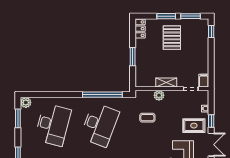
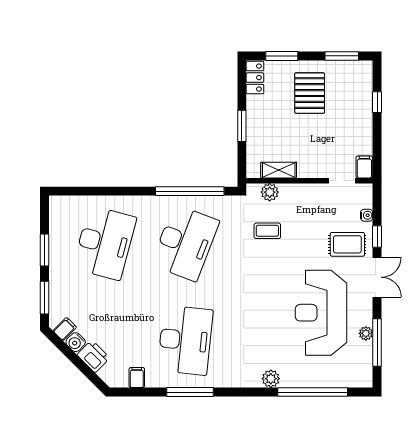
window: (166, 16) -> (282, 56), moved
window: (211, 31) -> (377, 102), moved
shelving: (166, 82) -> (279, 170), moved
plant: (159, 95) -> (270, 192), moved
plant: (26, 103) -> (58, 205), removed
window: (18, 118) -> (44, 250), moved

